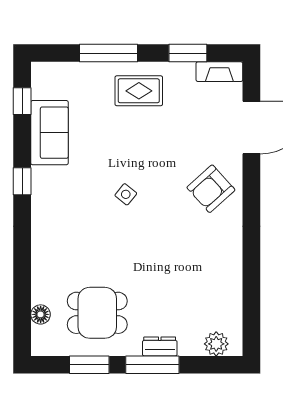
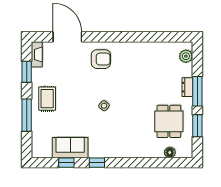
window: (22, 101) -> (66, 163), moved
armchair: (211, 189) -> (101, 59), turned -48

